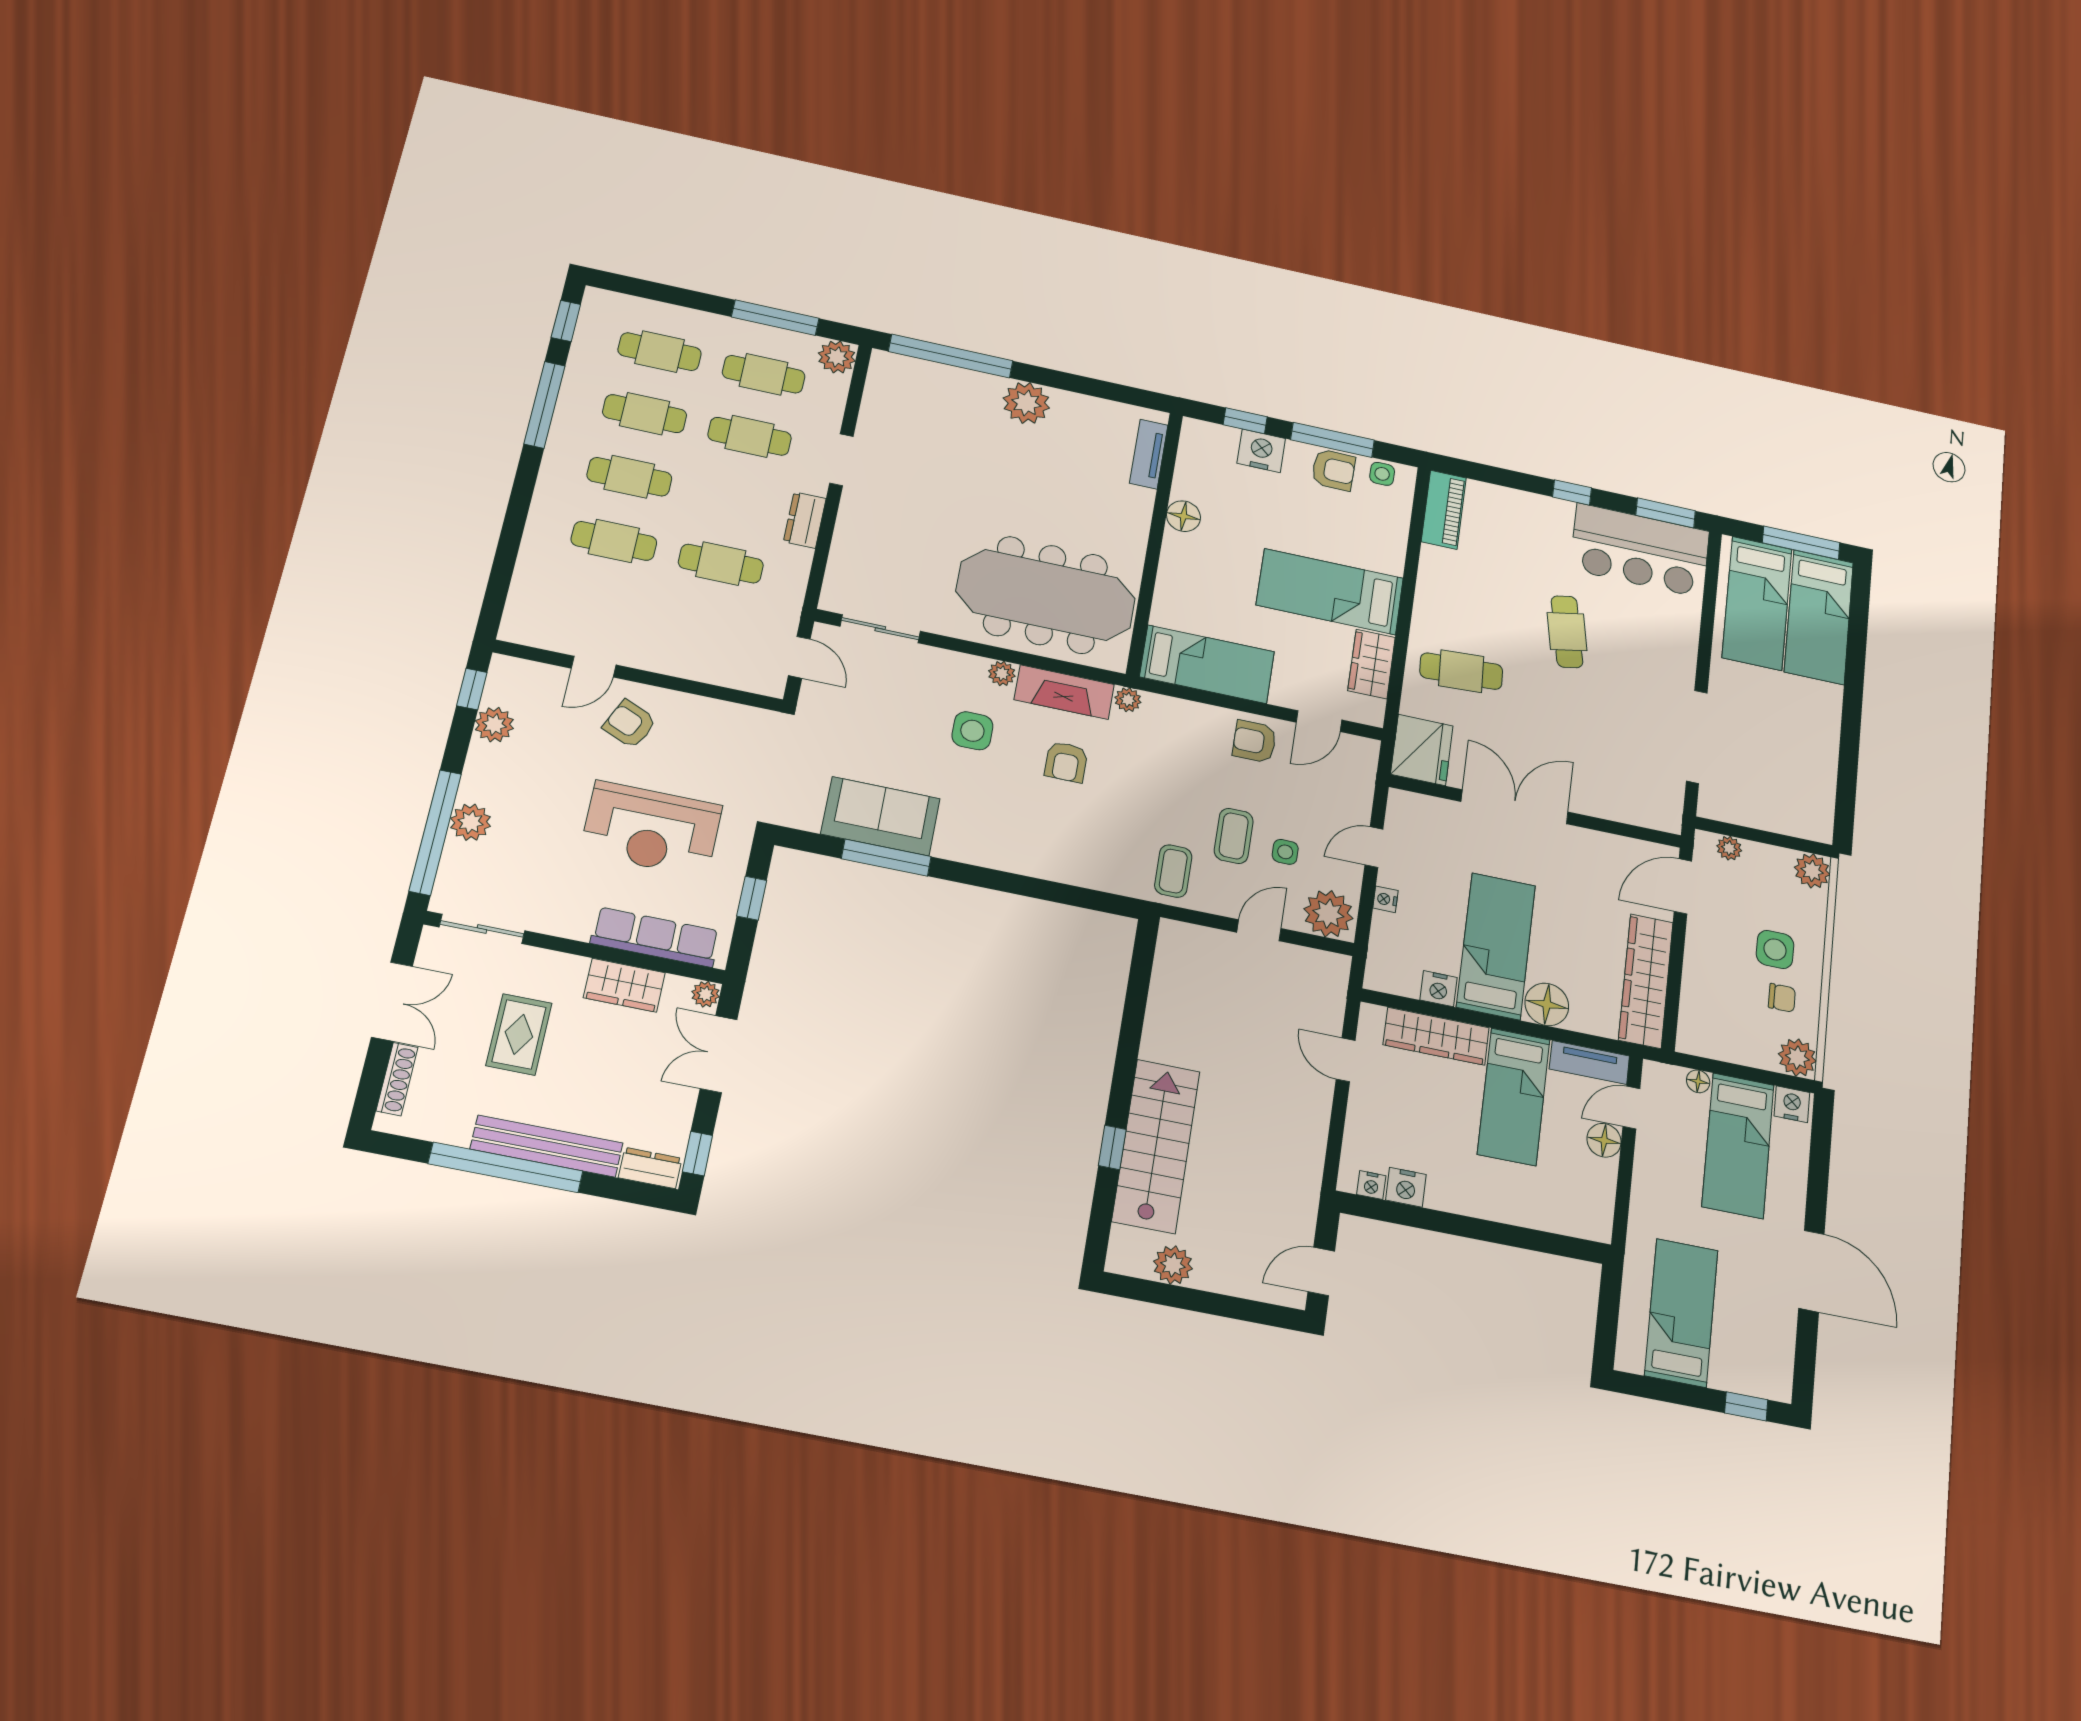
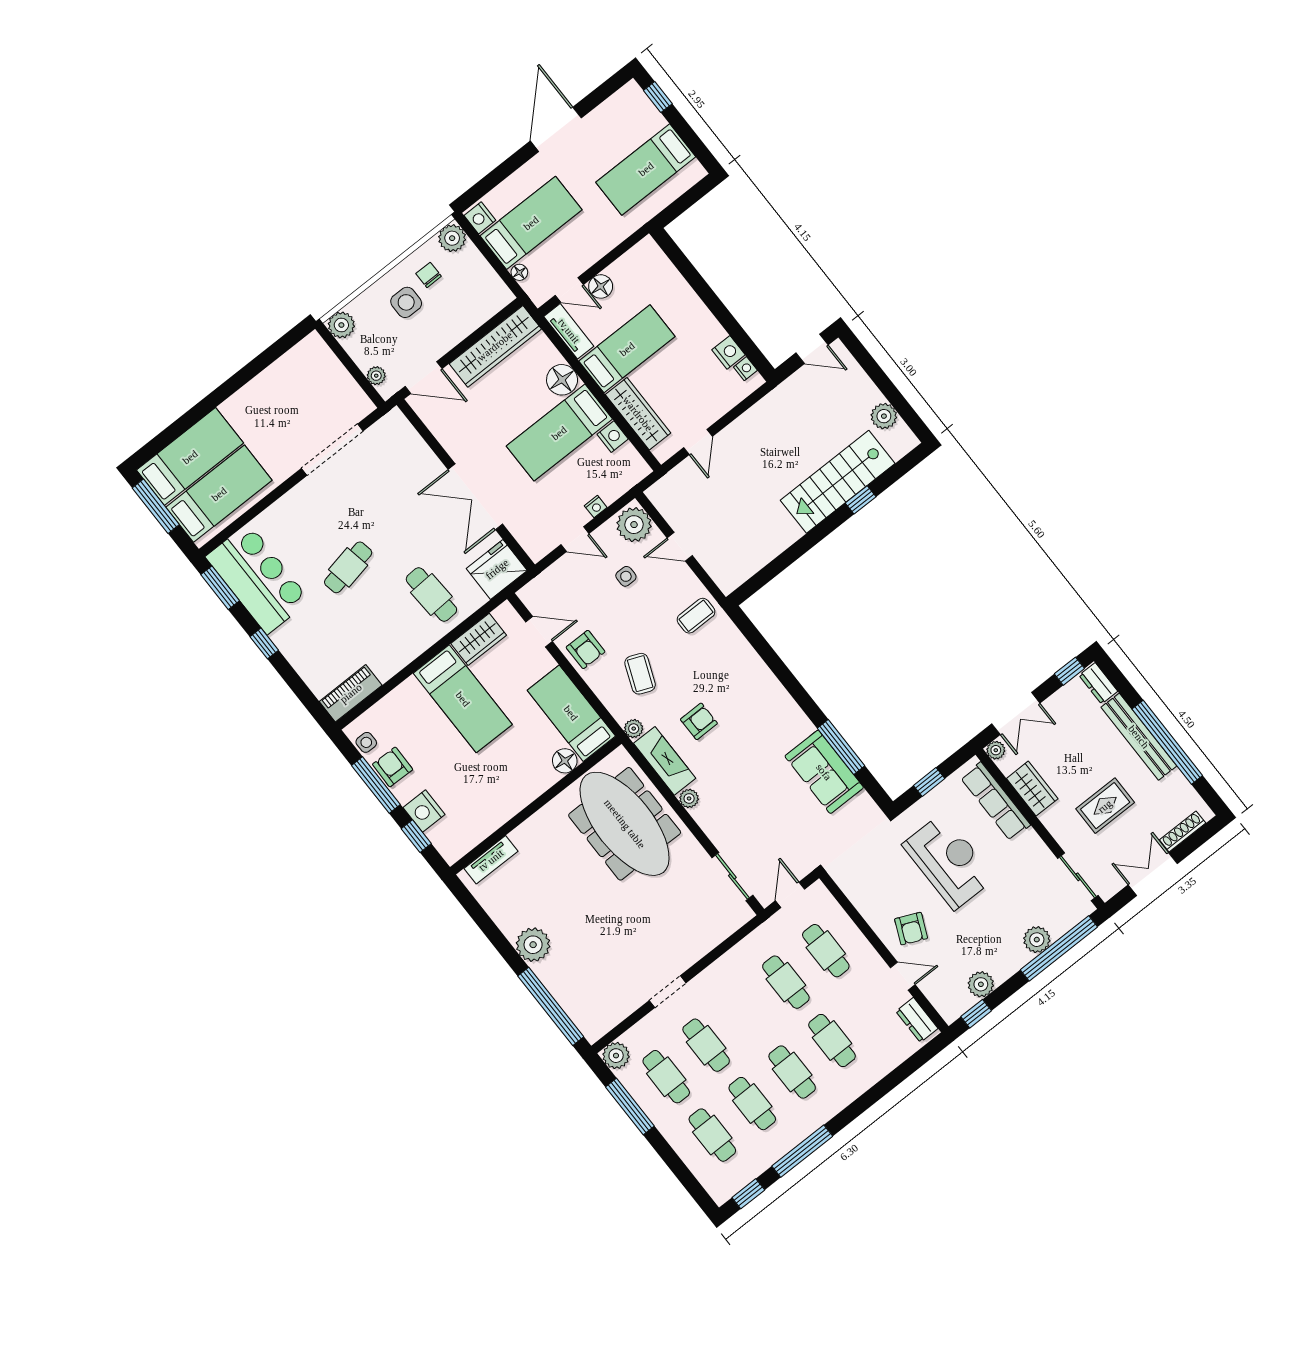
floor lamp: (1183, 516) -> (565, 761), moved
dresser: (805, 520) -> (917, 1020), moved, turned 90
cafe table: (706, 629) -> (826, 951), added
side table: (972, 731) -> (734, 779), removed
coffee table: (1234, 836) -> (640, 674), moved, turned -68

